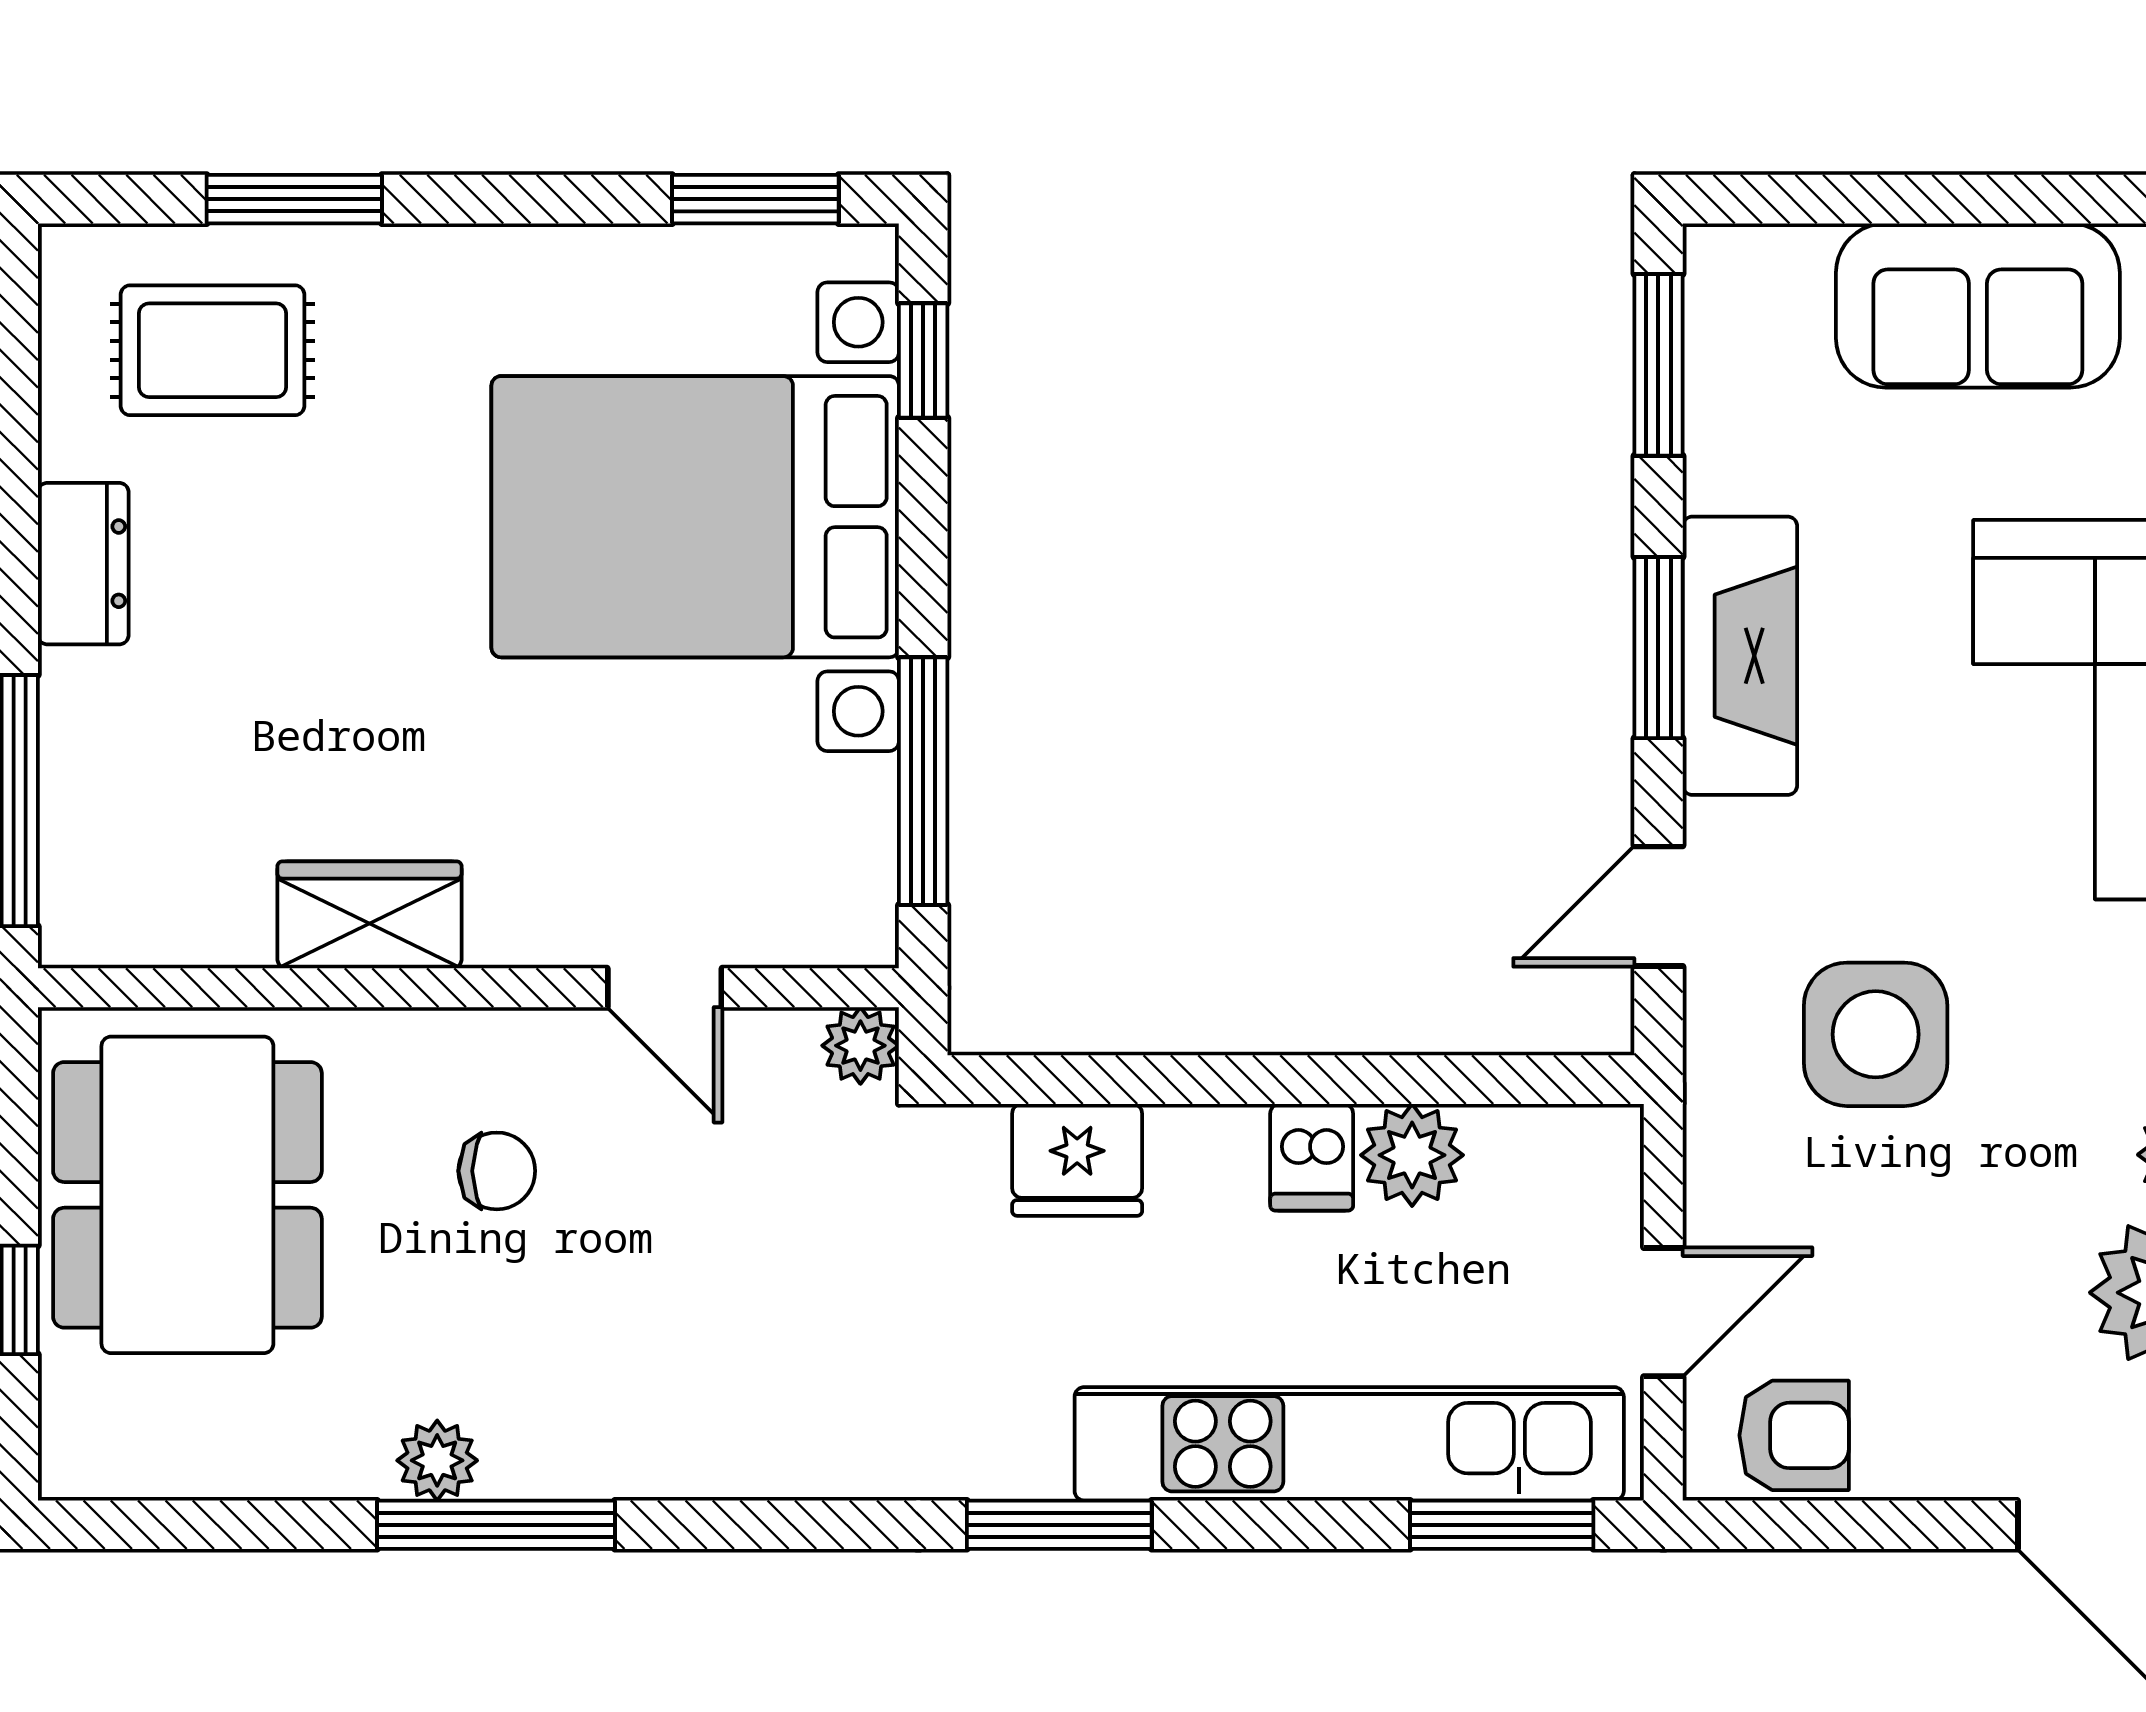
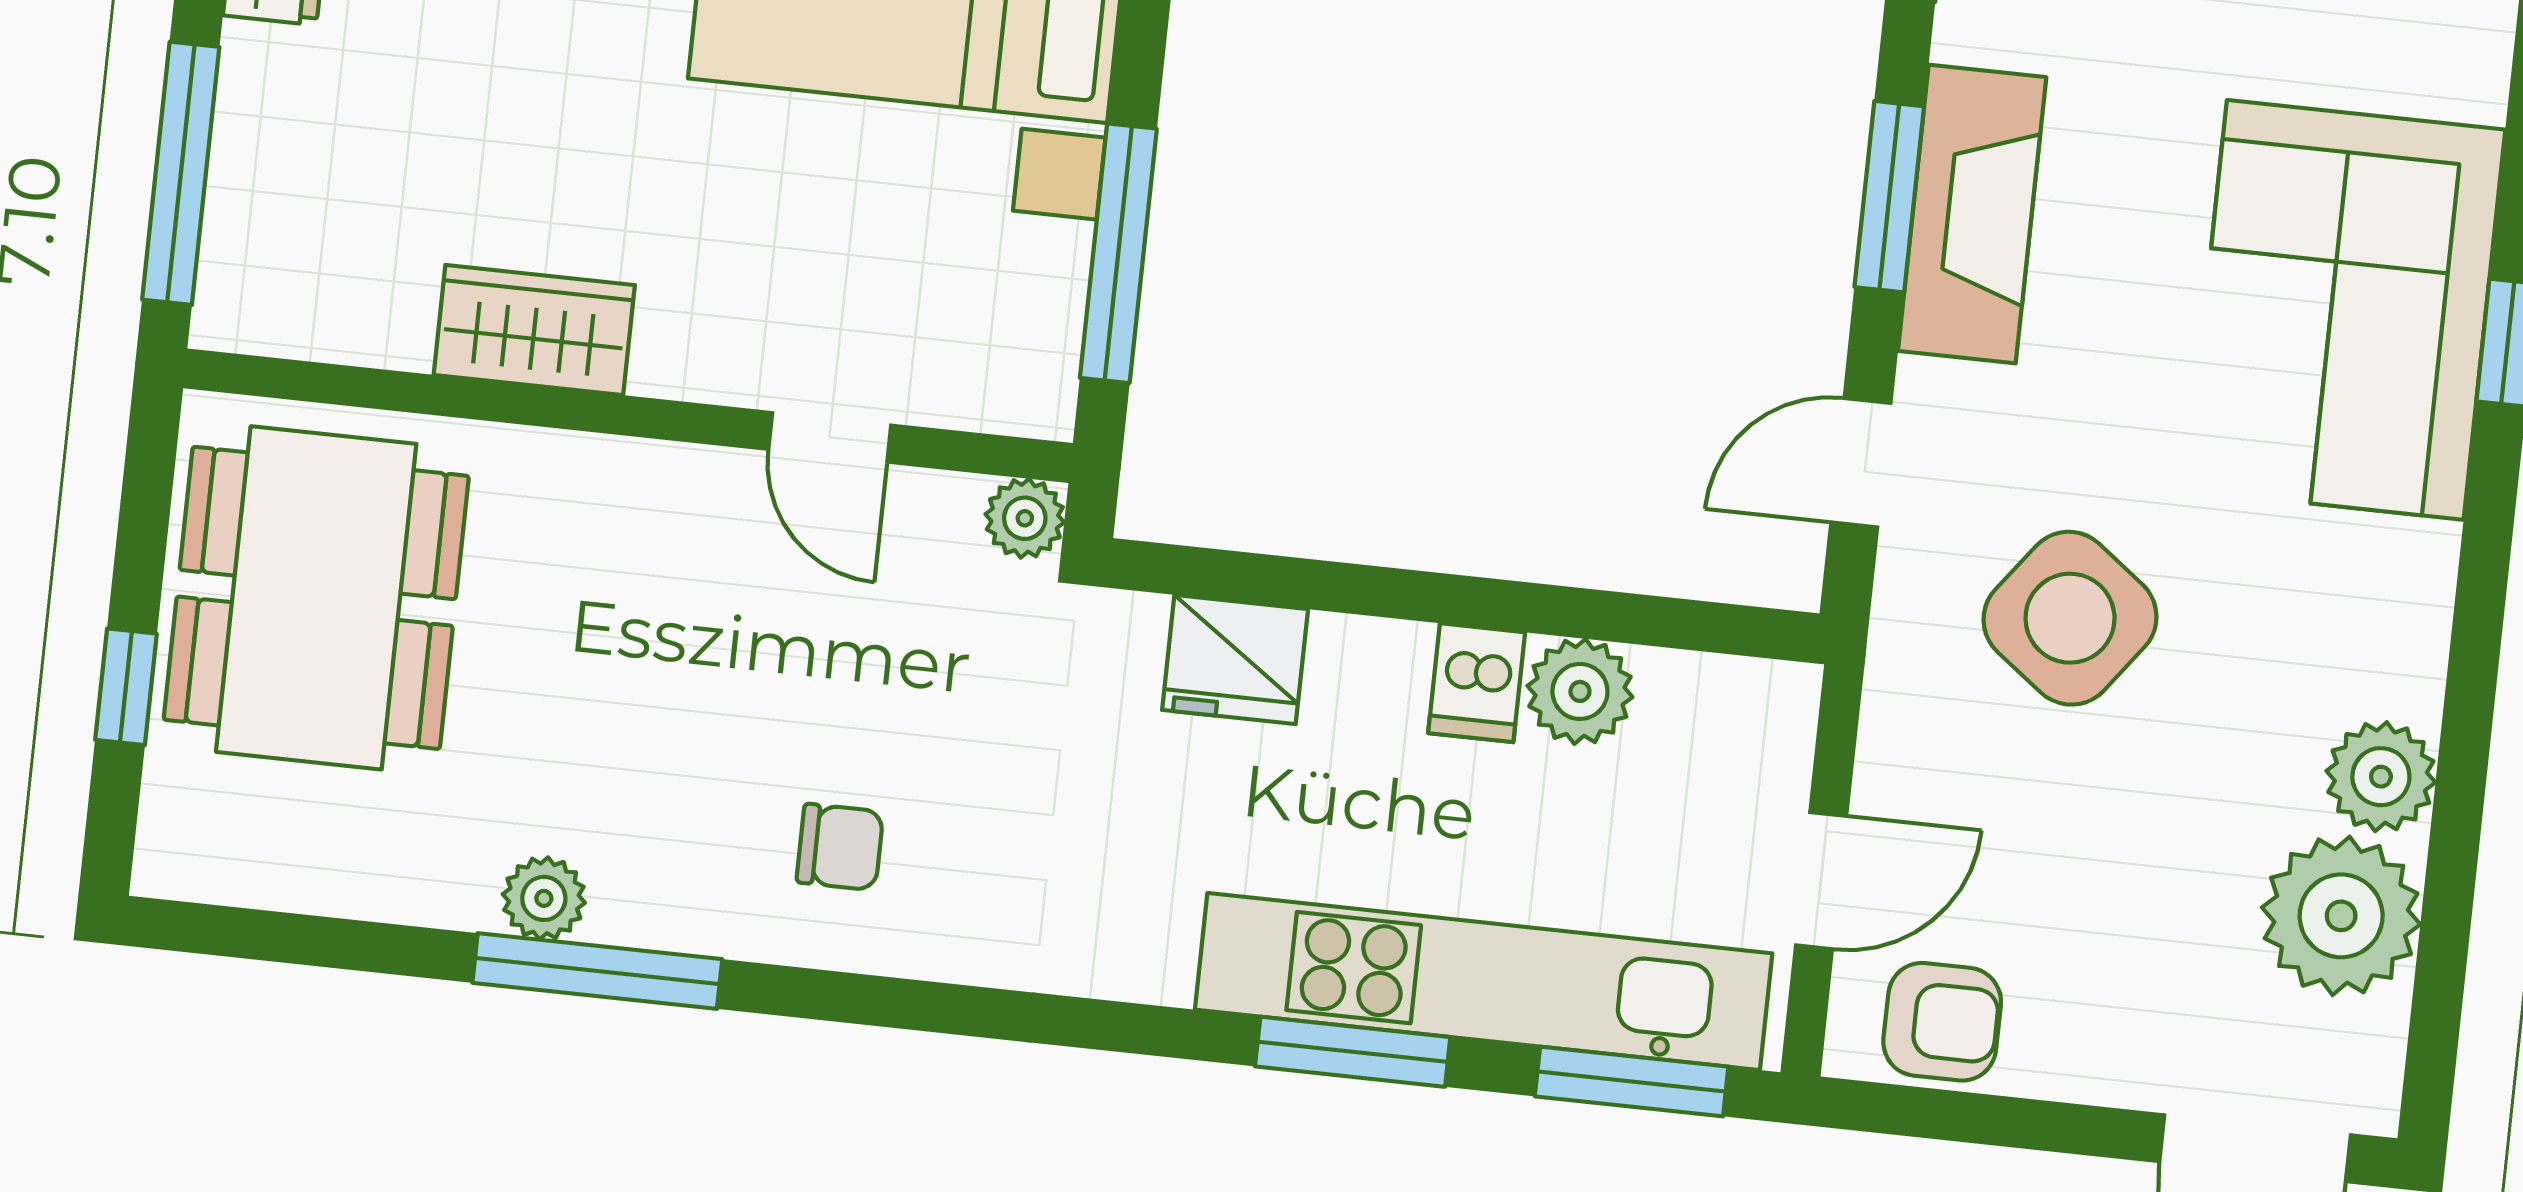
side table: (1876, 1034) -> (2070, 618), turned 37
chair: (497, 1171) -> (840, 847), moved
window: (1059, 1525) -> (1353, 1052), moved

